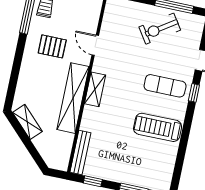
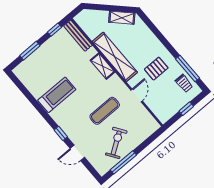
door: (95, 45) -> (137, 96), hinge flipped
exercise mat: (165, 86) -> (105, 111), moved
shelving: (95, 89) -> (103, 66), moved

